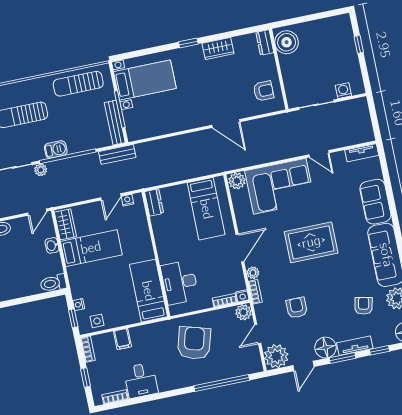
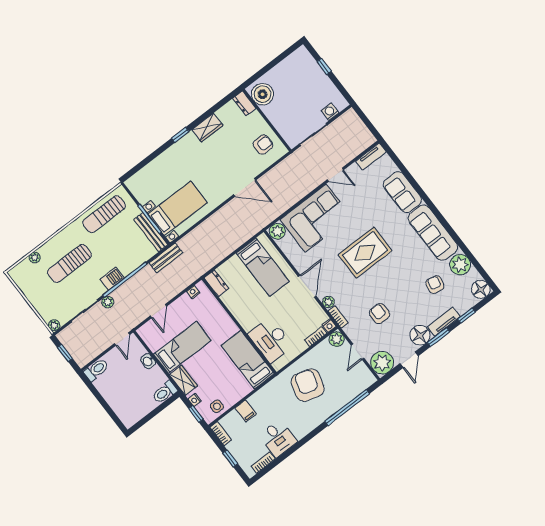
bed with nightstands: (145, 80) -> (178, 208), moved
door: (111, 197) -> (158, 311), moved
wardrobe: (65, 224) -> (183, 380), moved

